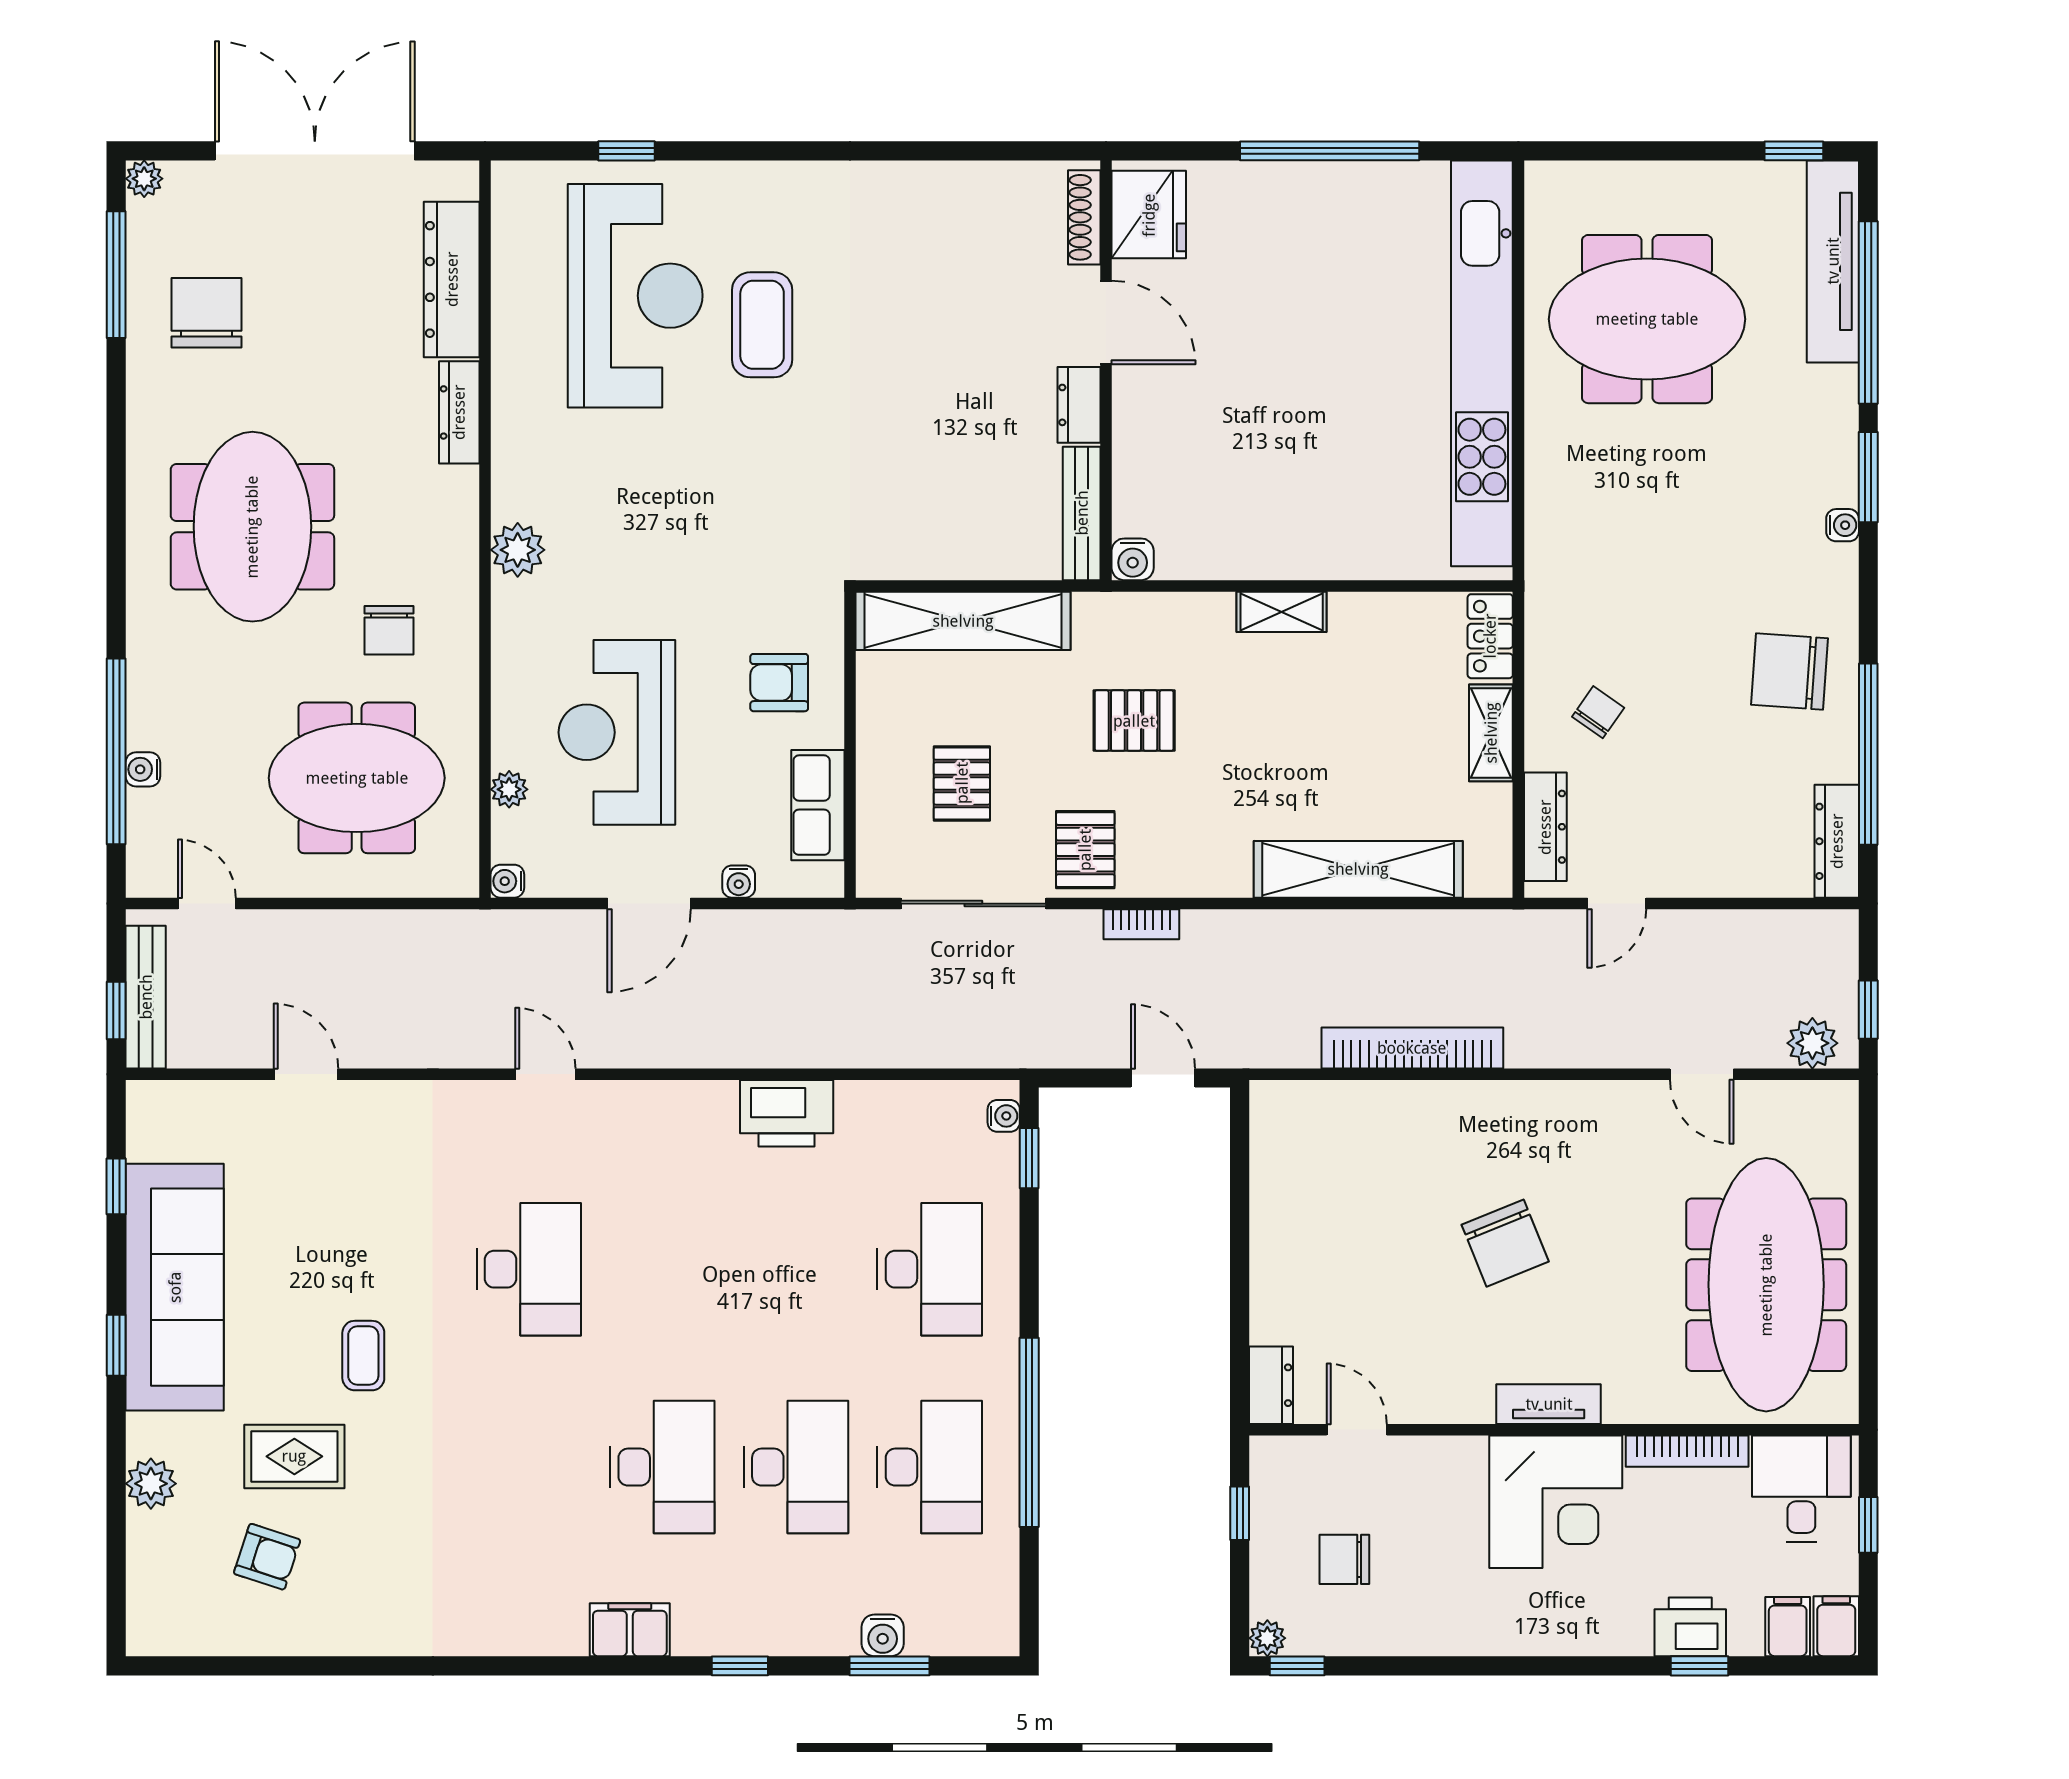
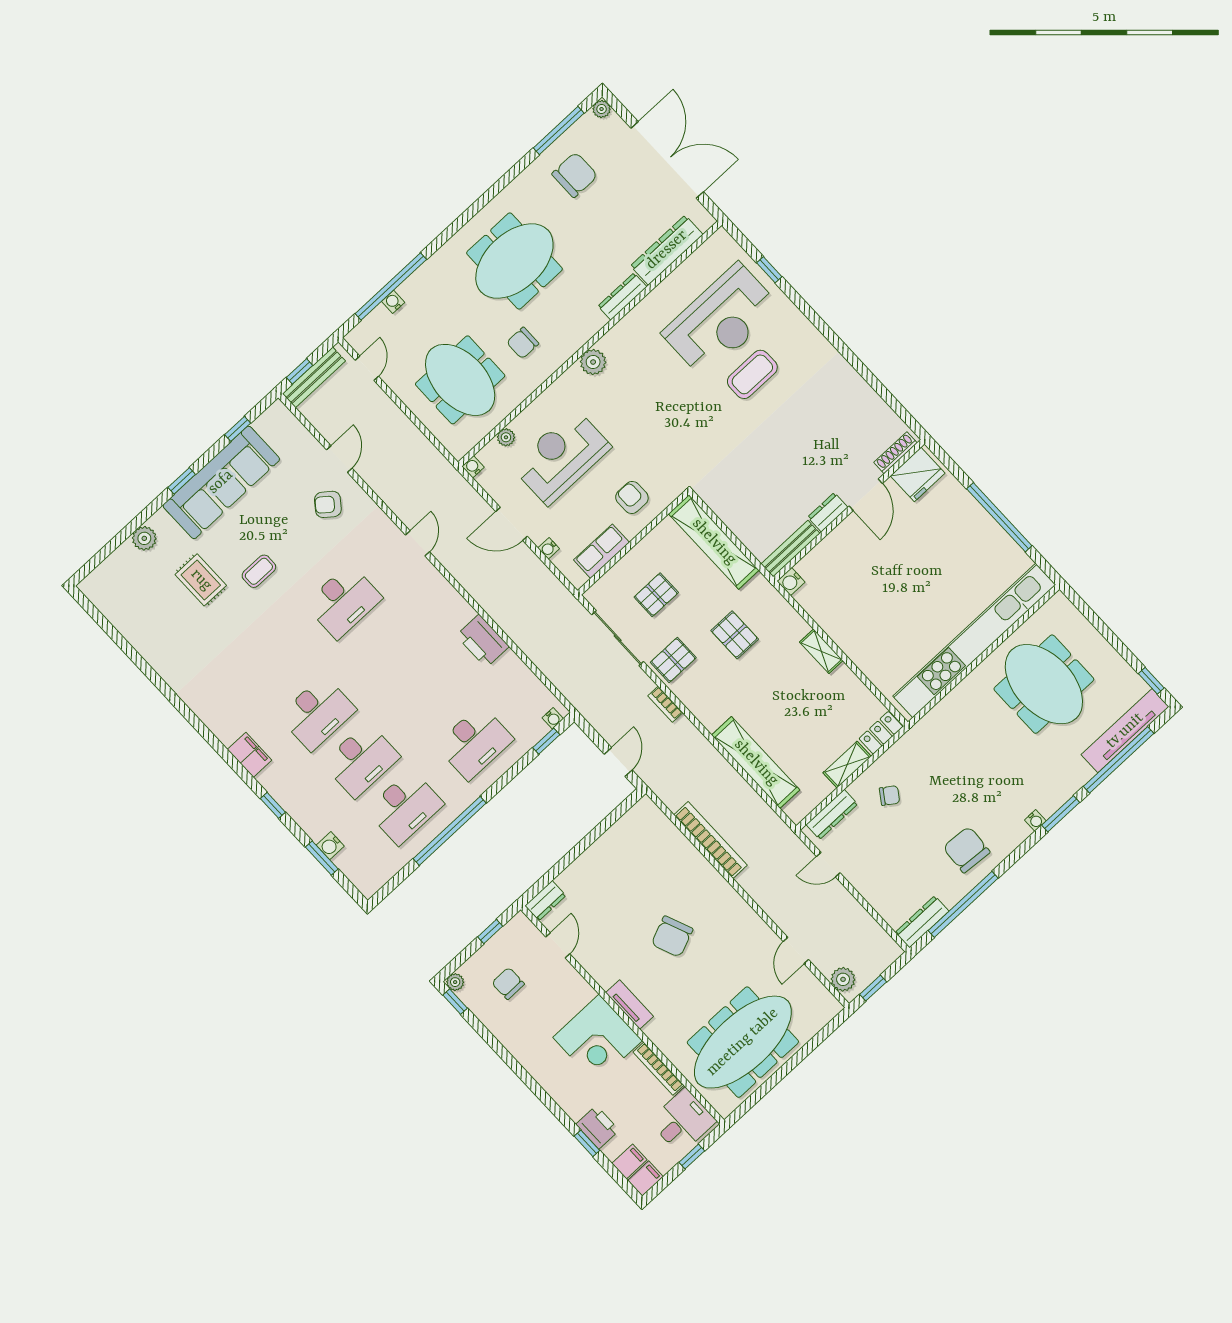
armchair: (267, 1557) -> (328, 504), moved, turned 110

